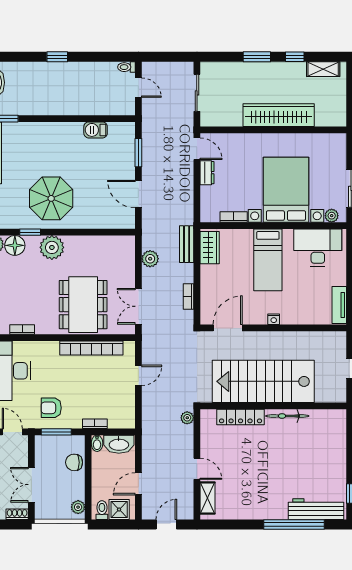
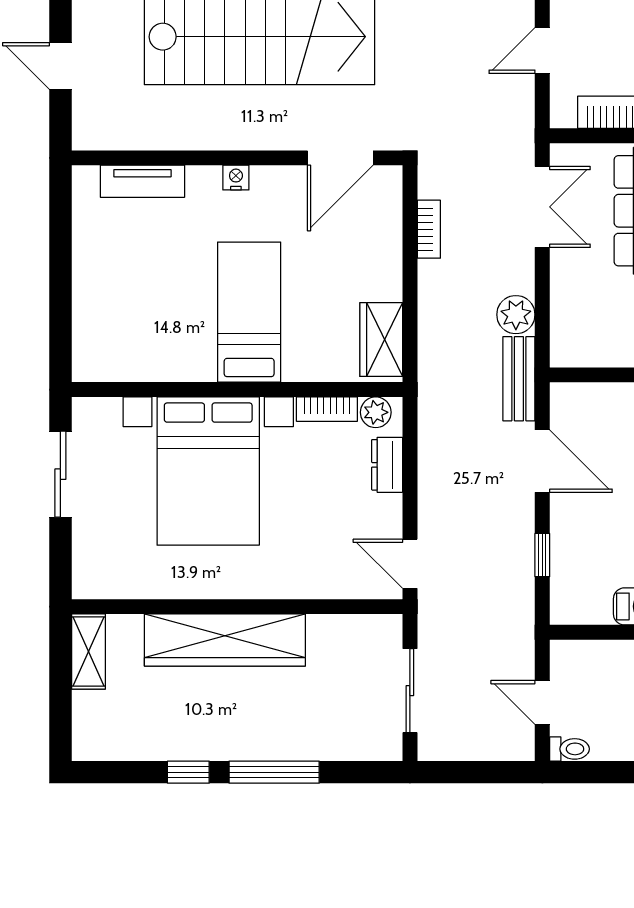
window: (257, 57) -> (274, 772), width x1.44
shelving: (323, 69) -> (88, 652), moved, turned 90
window: (138, 153) -> (542, 555), width x0.67
dresser: (207, 173) -> (387, 465), moved
plant: (332, 216) -> (376, 412), moved
bench: (187, 244) -> (519, 379), moved
desk: (318, 248) -> (136, 340), removed
tv unit: (339, 305) -> (142, 181), moved, turned 90

